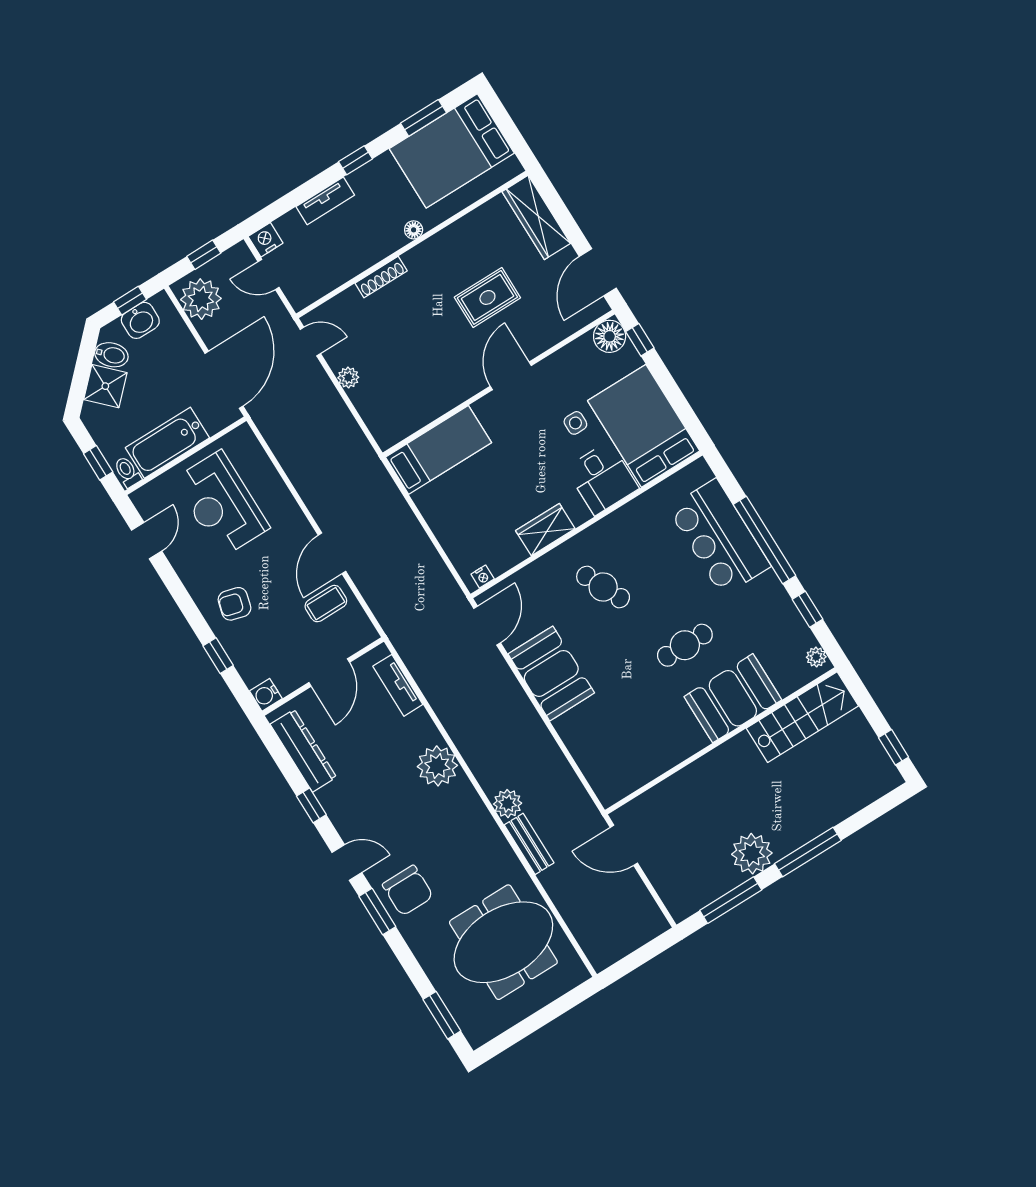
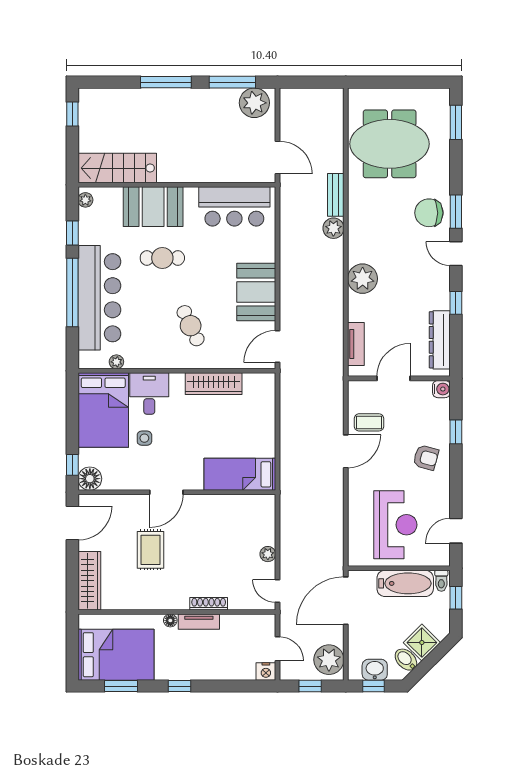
tv unit: (325, 201) -> (199, 622), moved, turned 180
rug: (487, 297) -> (151, 550), turned 90
plant: (663, 491) -> (116, 362), added
wardrobe: (545, 530) -> (214, 384), width x1.50
bar counter: (719, 537) -> (99, 298), width x1.36
nightstand: (483, 577) -> (261, 379), removed
bar counter: (638, 757) -> (234, 206), added
plant: (752, 854) -> (254, 103), moved
chair: (408, 891) -> (429, 213), turned -90

